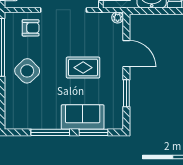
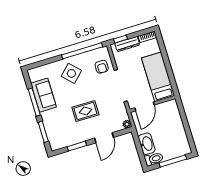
rug: (83, 68) -> (85, 111), turned 90
sofa: (83, 117) -> (44, 95), moved

